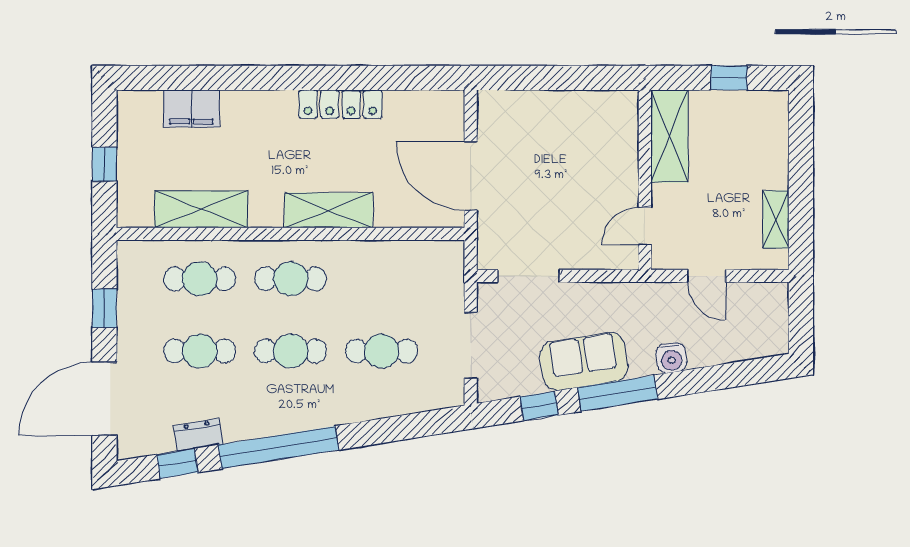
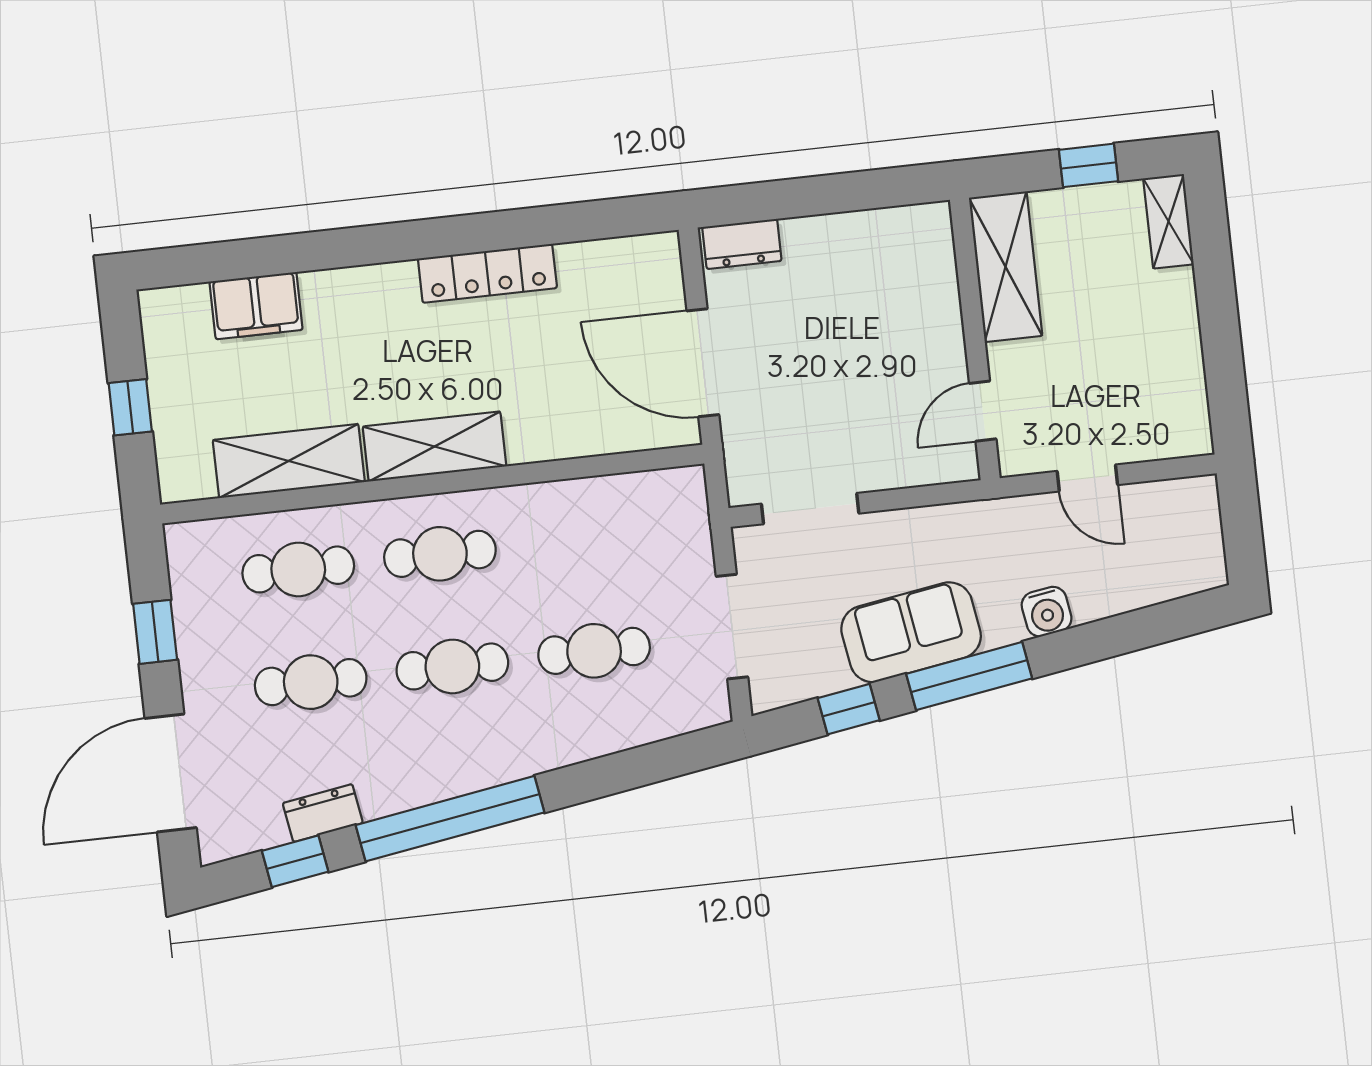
dresser: (504, 103) -> (742, 244), added
shelving: (328, 210) -> (434, 446), moved
shelving: (776, 219) -> (1168, 221), moved

